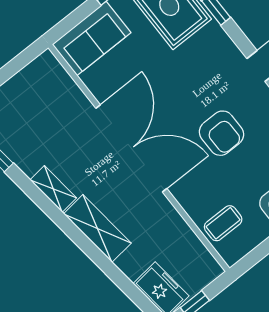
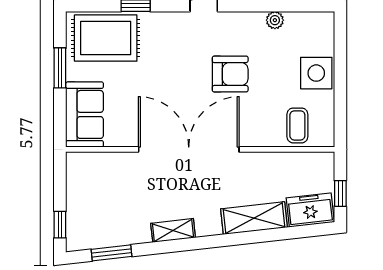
shelving: (97, 228) -> (254, 218), moved

